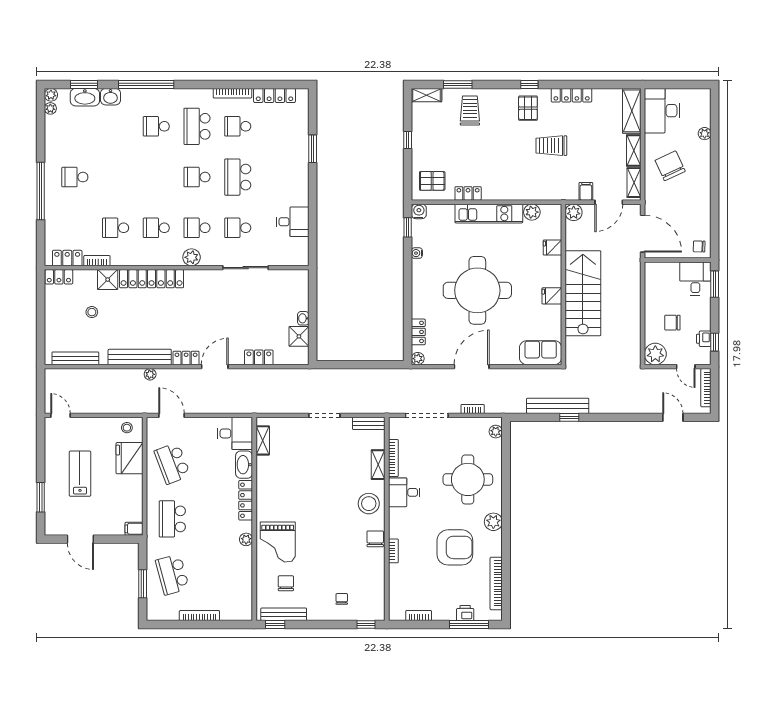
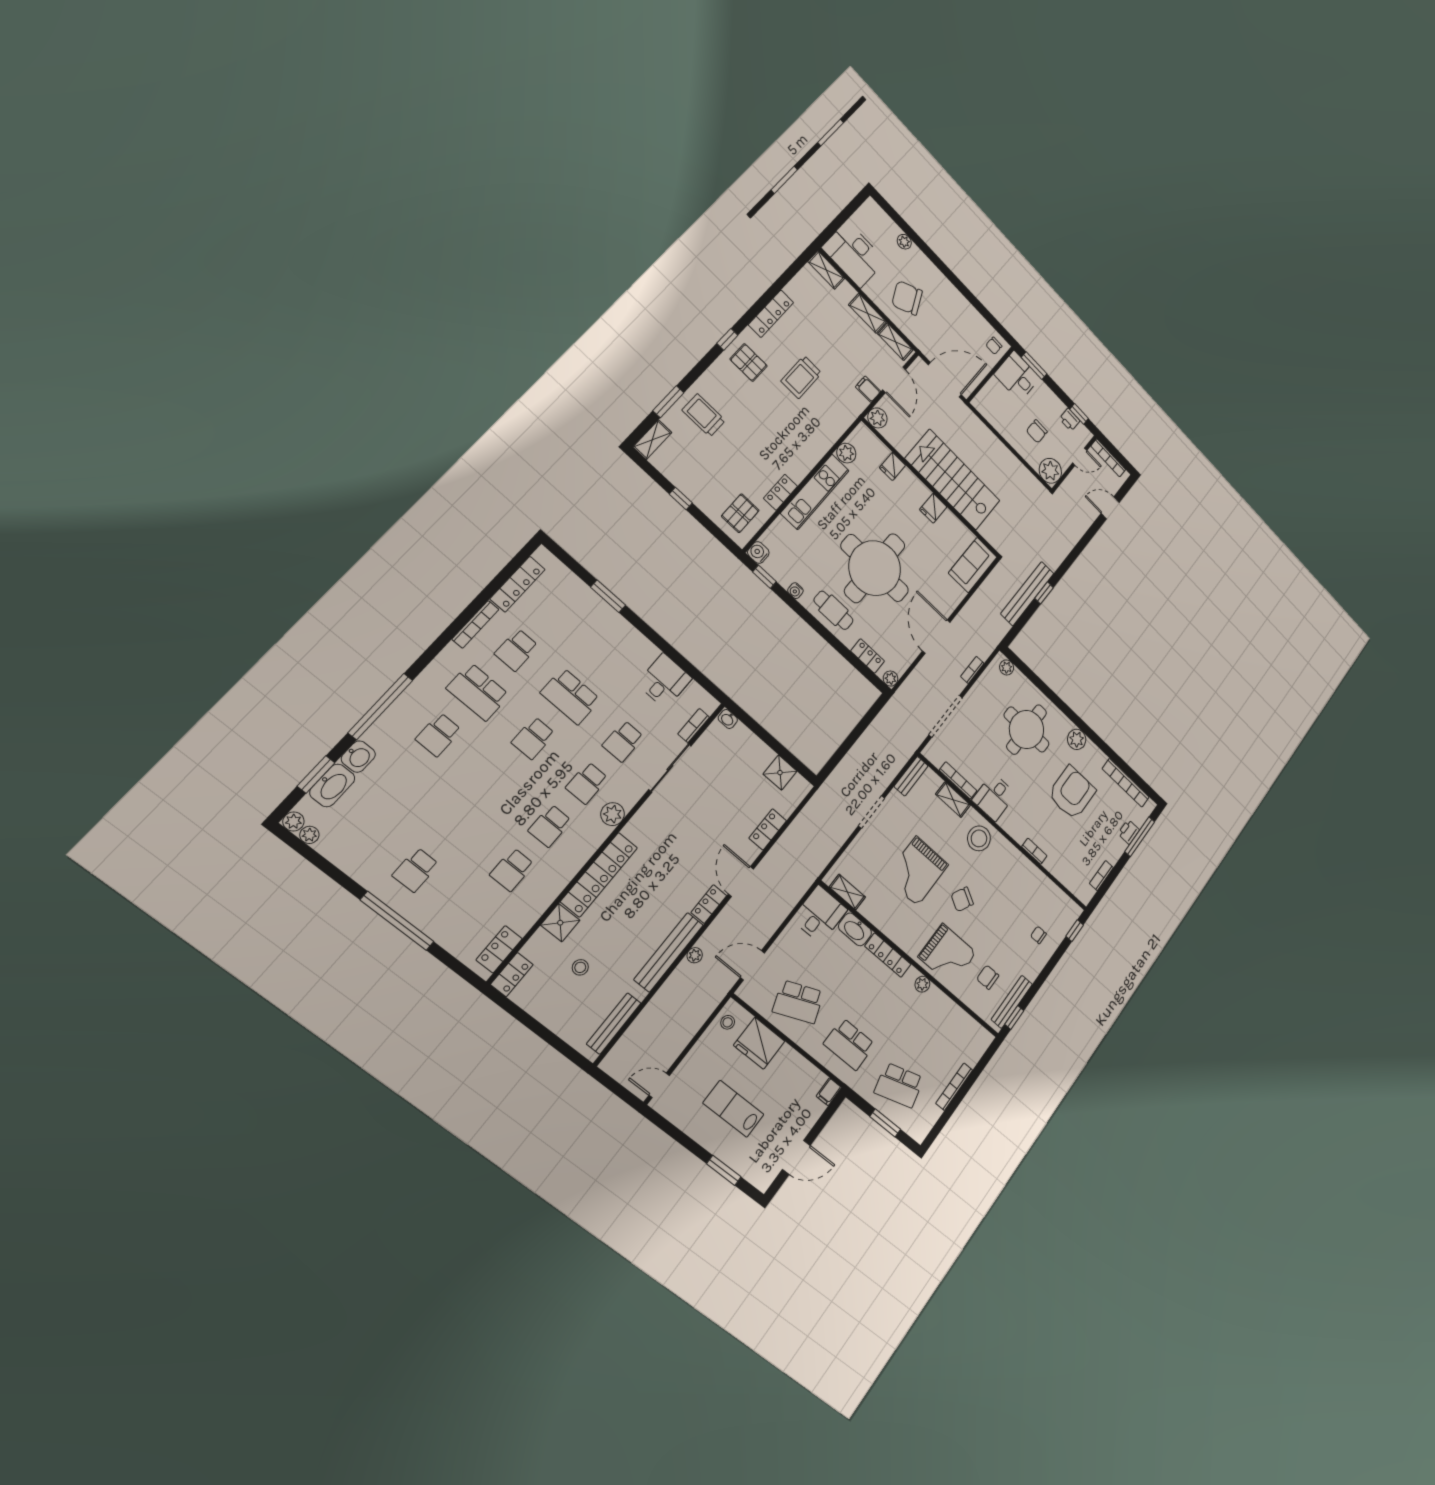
shelving: (632, 111) -> (826, 270), width x0.67, depth x0.75
bookcase: (97, 261) -> (694, 725), moved
cafe table: (427, 287) -> (833, 610), added
washbasin: (303, 318) -> (728, 719), moved
grand piano: (313, 477) -> (917, 871), added
chair: (375, 539) -> (962, 899), moved, turned -62

